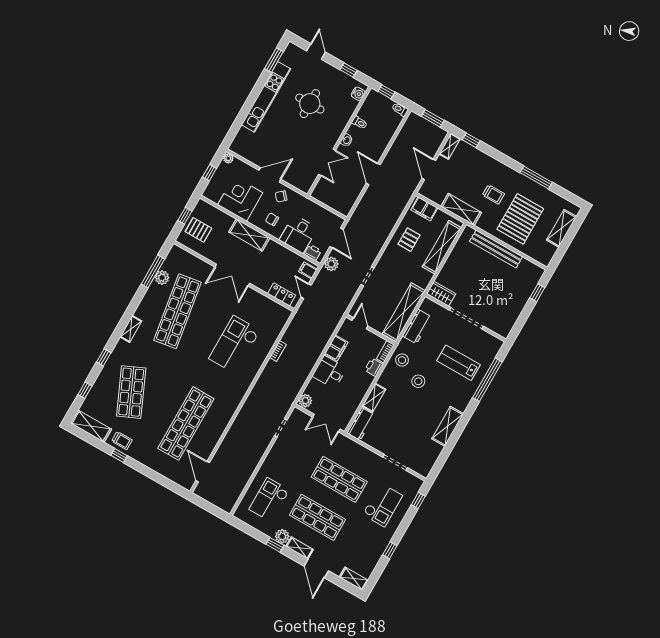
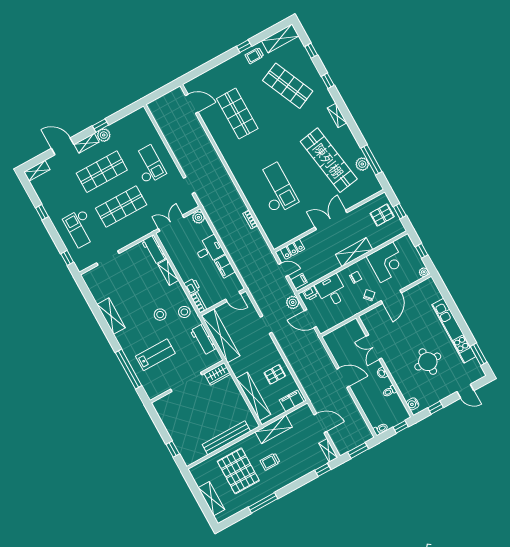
pallet: (409, 240) -> (275, 374), turned 90
shop shelf: (186, 423) -> (237, 114), width x0.71
checkout: (269, 500) -> (148, 165), moved

